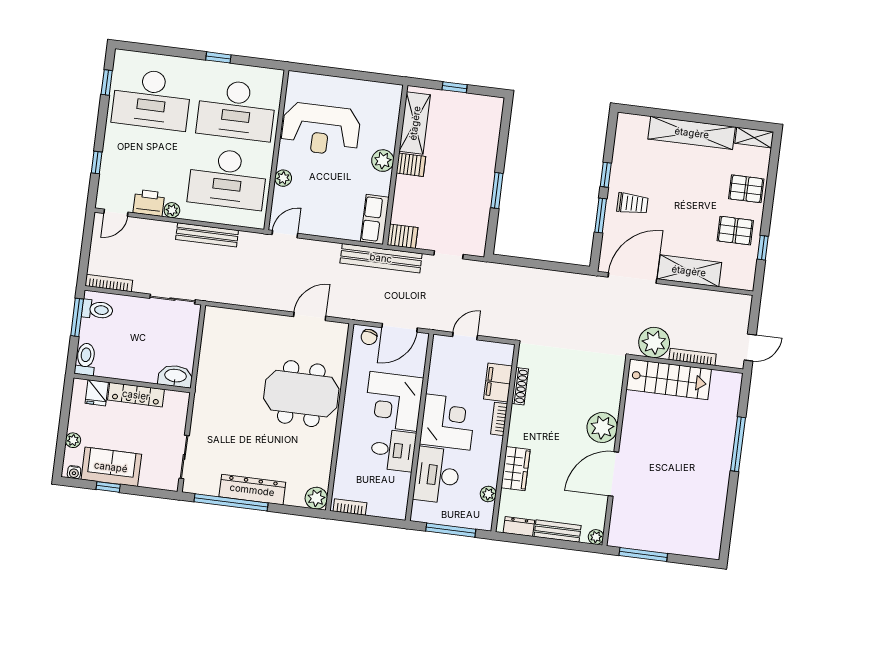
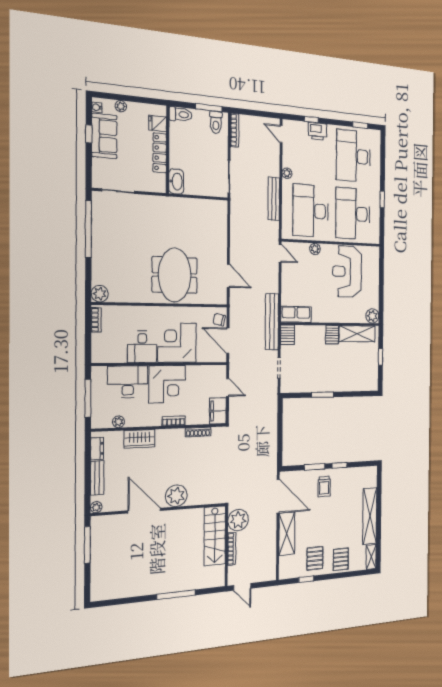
plant: (383, 161) -> (372, 316), moved
printer: (149, 203) -> (317, 131), moved, turned 90
filing cabinet: (498, 382) -> (218, 411), moved, turned -90
dresser: (252, 490) -> (100, 245), removed

